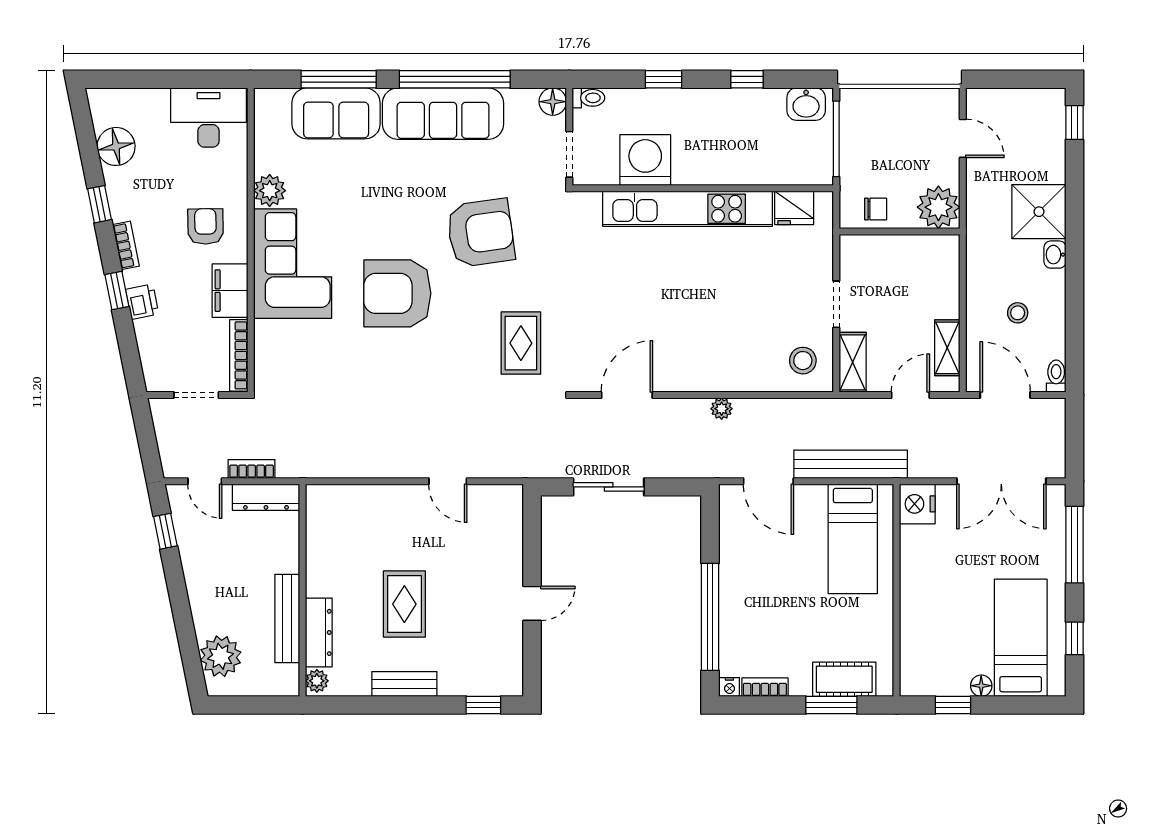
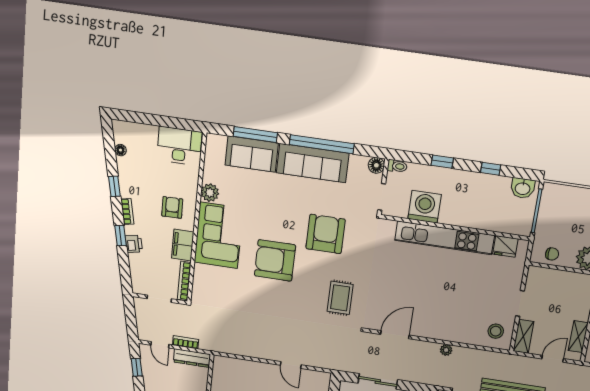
floor lamp: (116, 146) -> (120, 150), width x0.53, depth x0.53
armchair: (481, 233) -> (326, 234), turned -82

